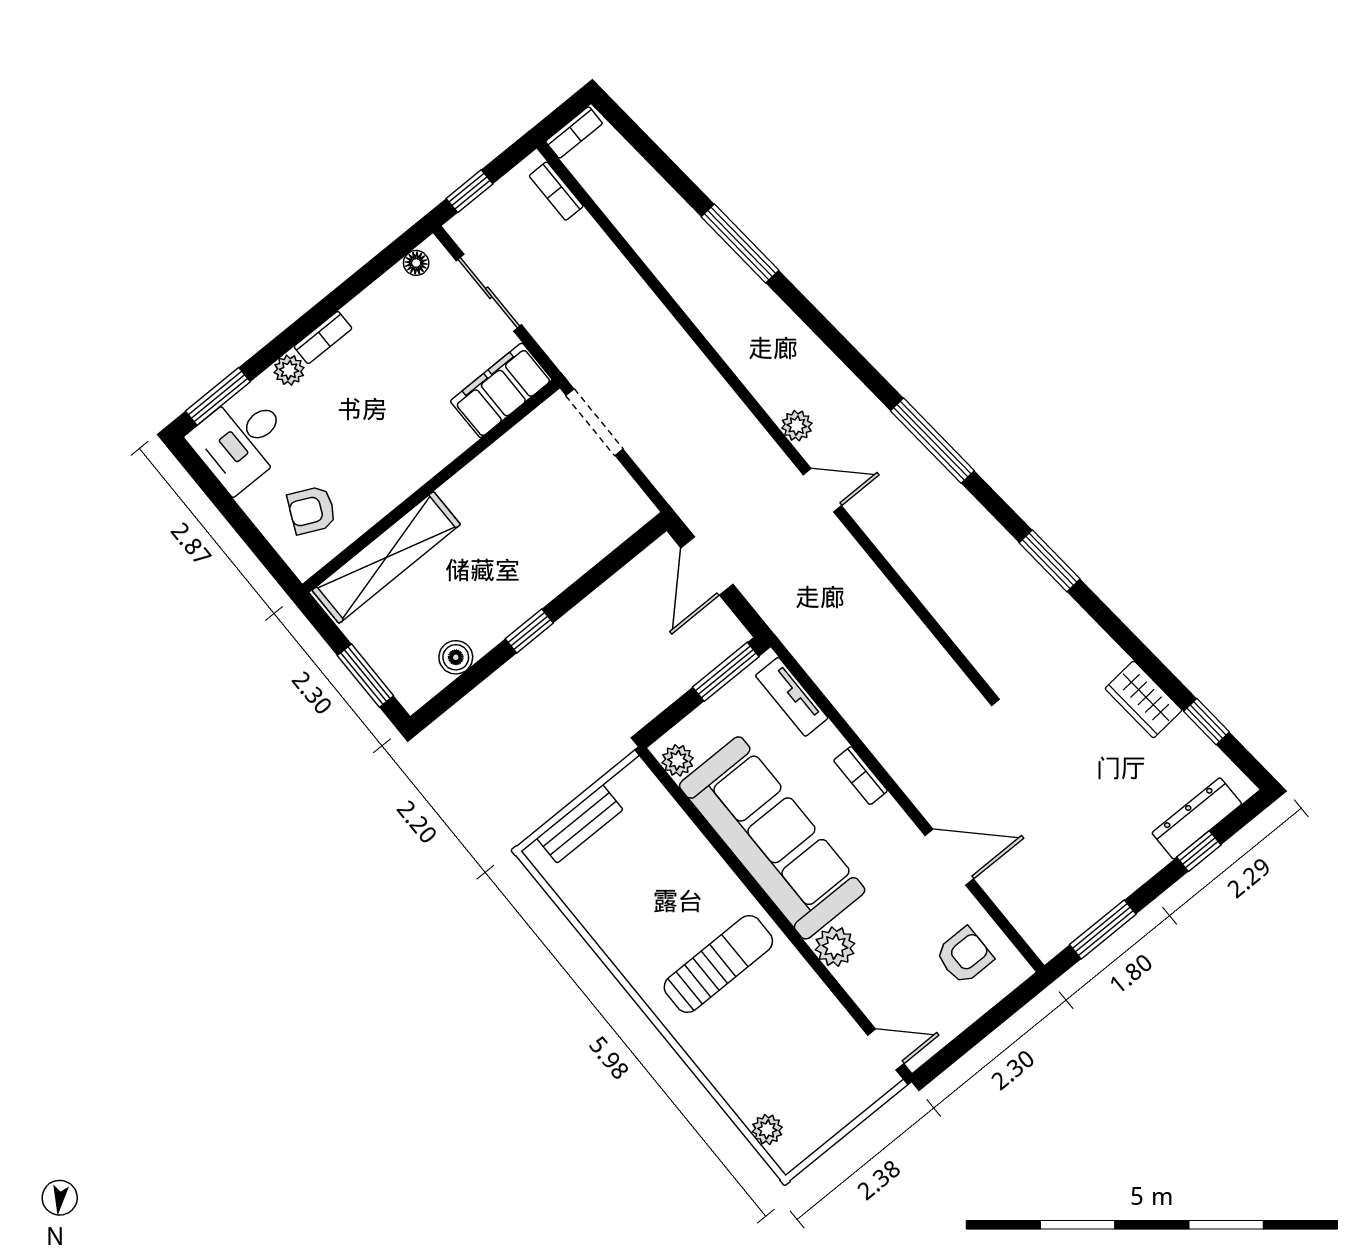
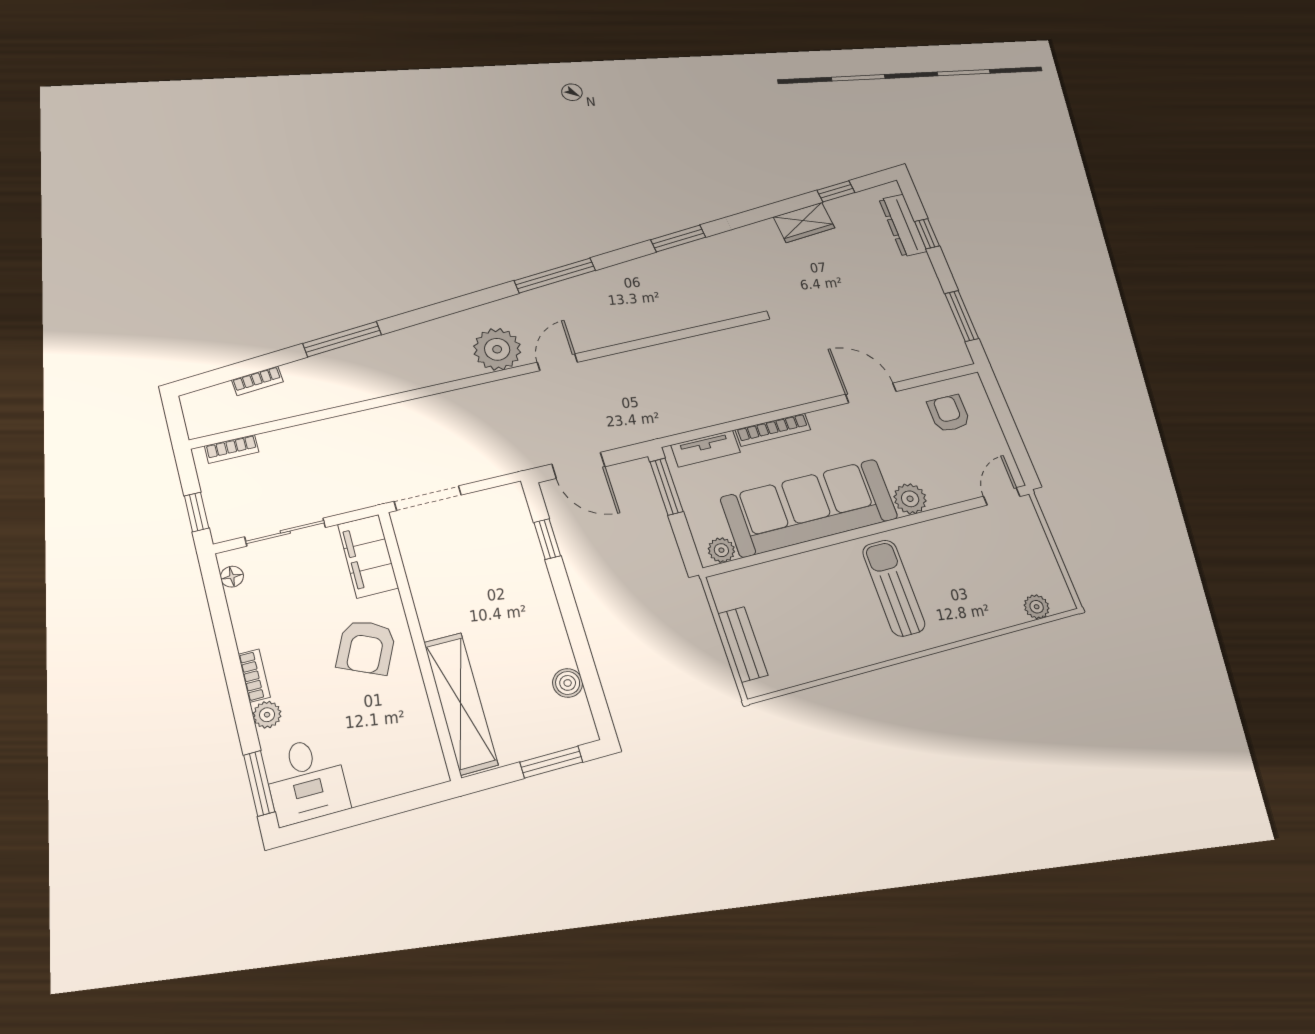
bookcase: (574, 132) -> (257, 381), moved, turned 85
plant: (797, 426) -> (497, 349), width x1.88, depth x1.88
armchair: (312, 510) -> (366, 647), moved, width x1.38, depth x1.38
window: (529, 631) -> (547, 539), moved
bookcase: (861, 776) -> (773, 430), width x1.56
door: (949, 857) -> (871, 393), hinge flipped

